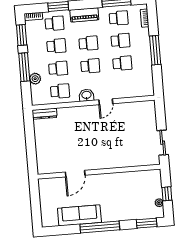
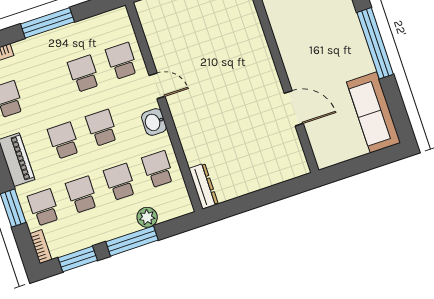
school desk: (120, 41) -> (122, 61), moved
sofa: (79, 215) -> (374, 112), moved

